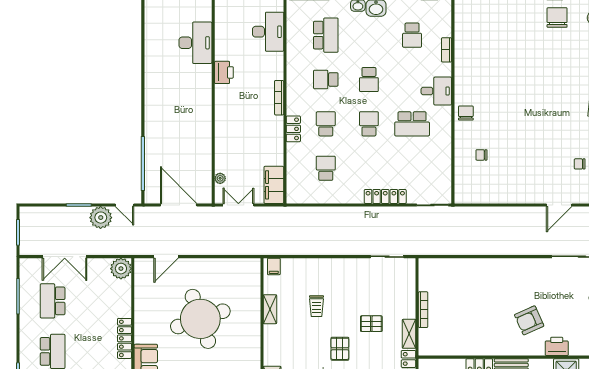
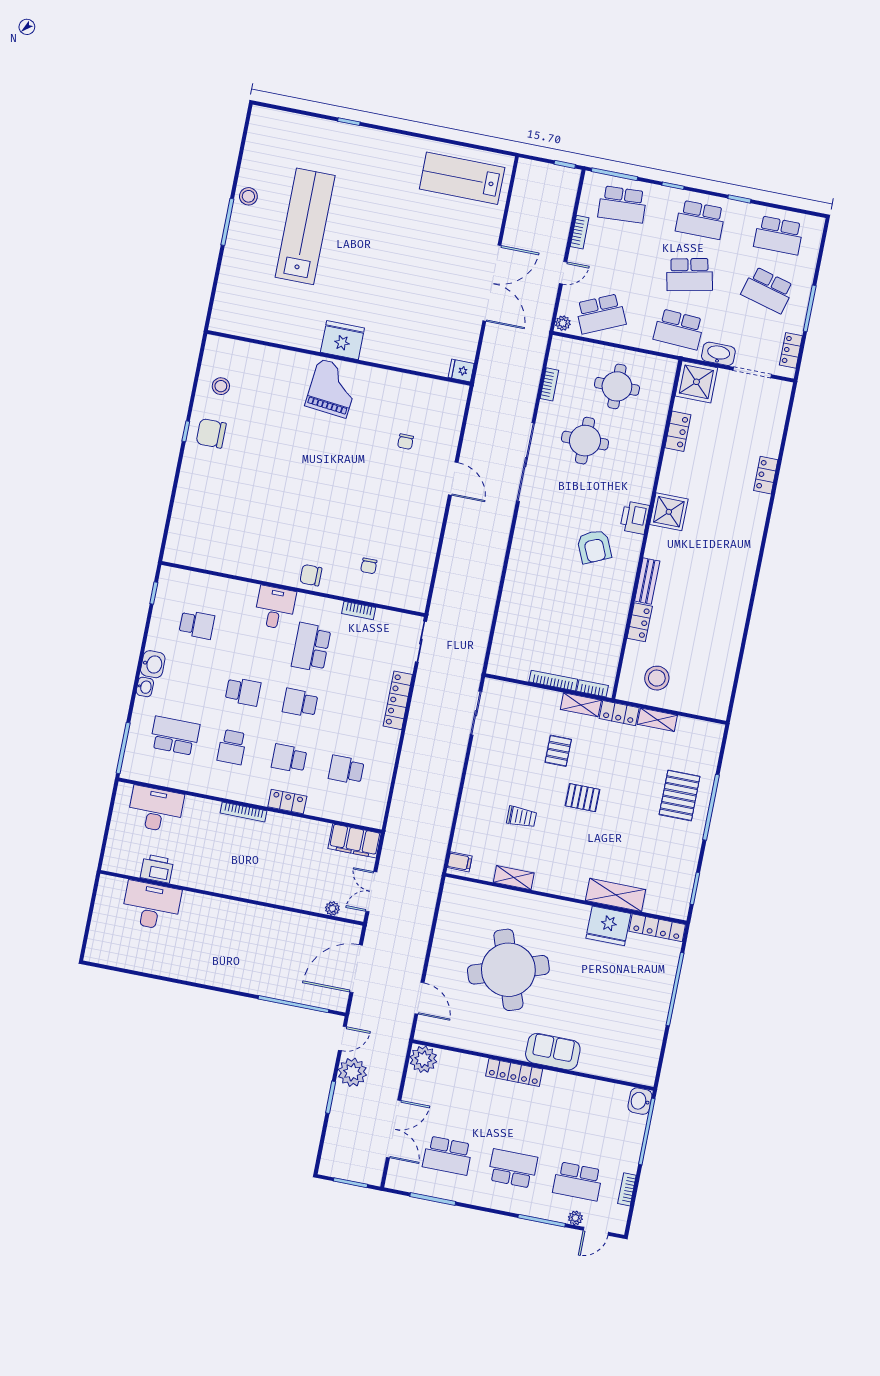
bookcase: (447, 50) -> (359, 611), moved
printer: (224, 72) -> (157, 869), moved
school desk: (412, 124) -> (311, 647), turned 180
bookcase: (423, 340) -> (593, 688), added

